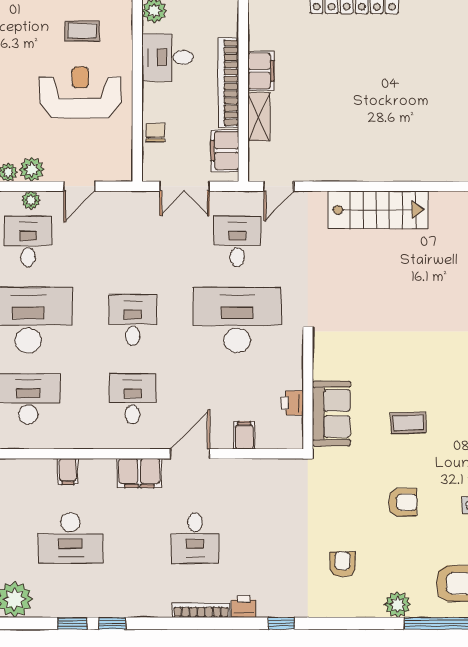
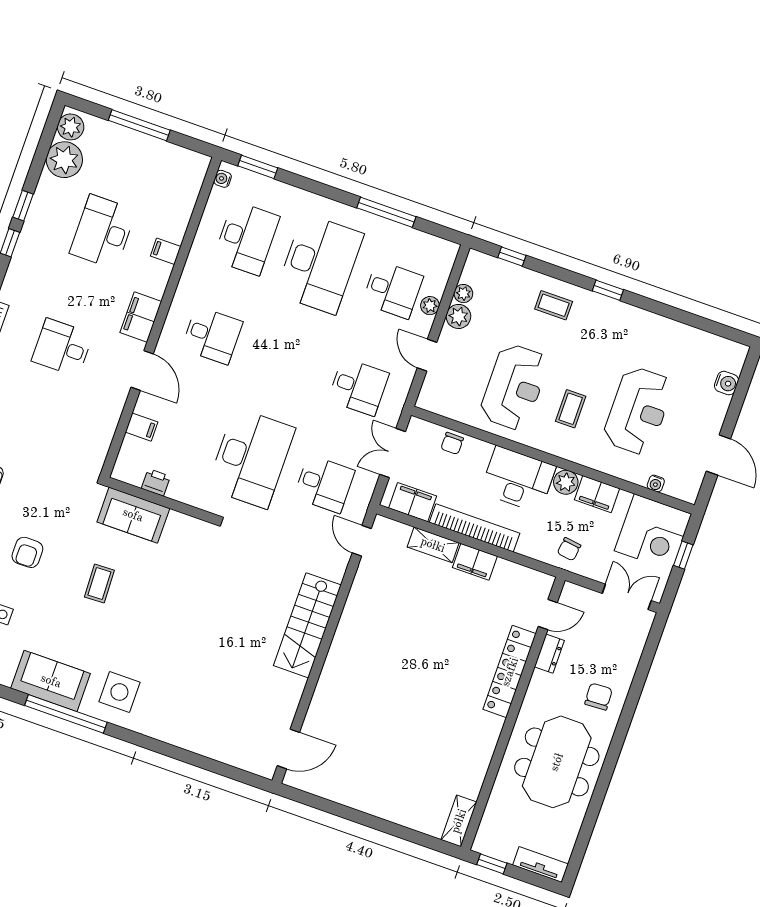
desk: (167, 57) -> (518, 479), width x1.37
chair: (155, 133) -> (452, 443), turned 90
desk: (133, 320) -> (358, 387), moved

